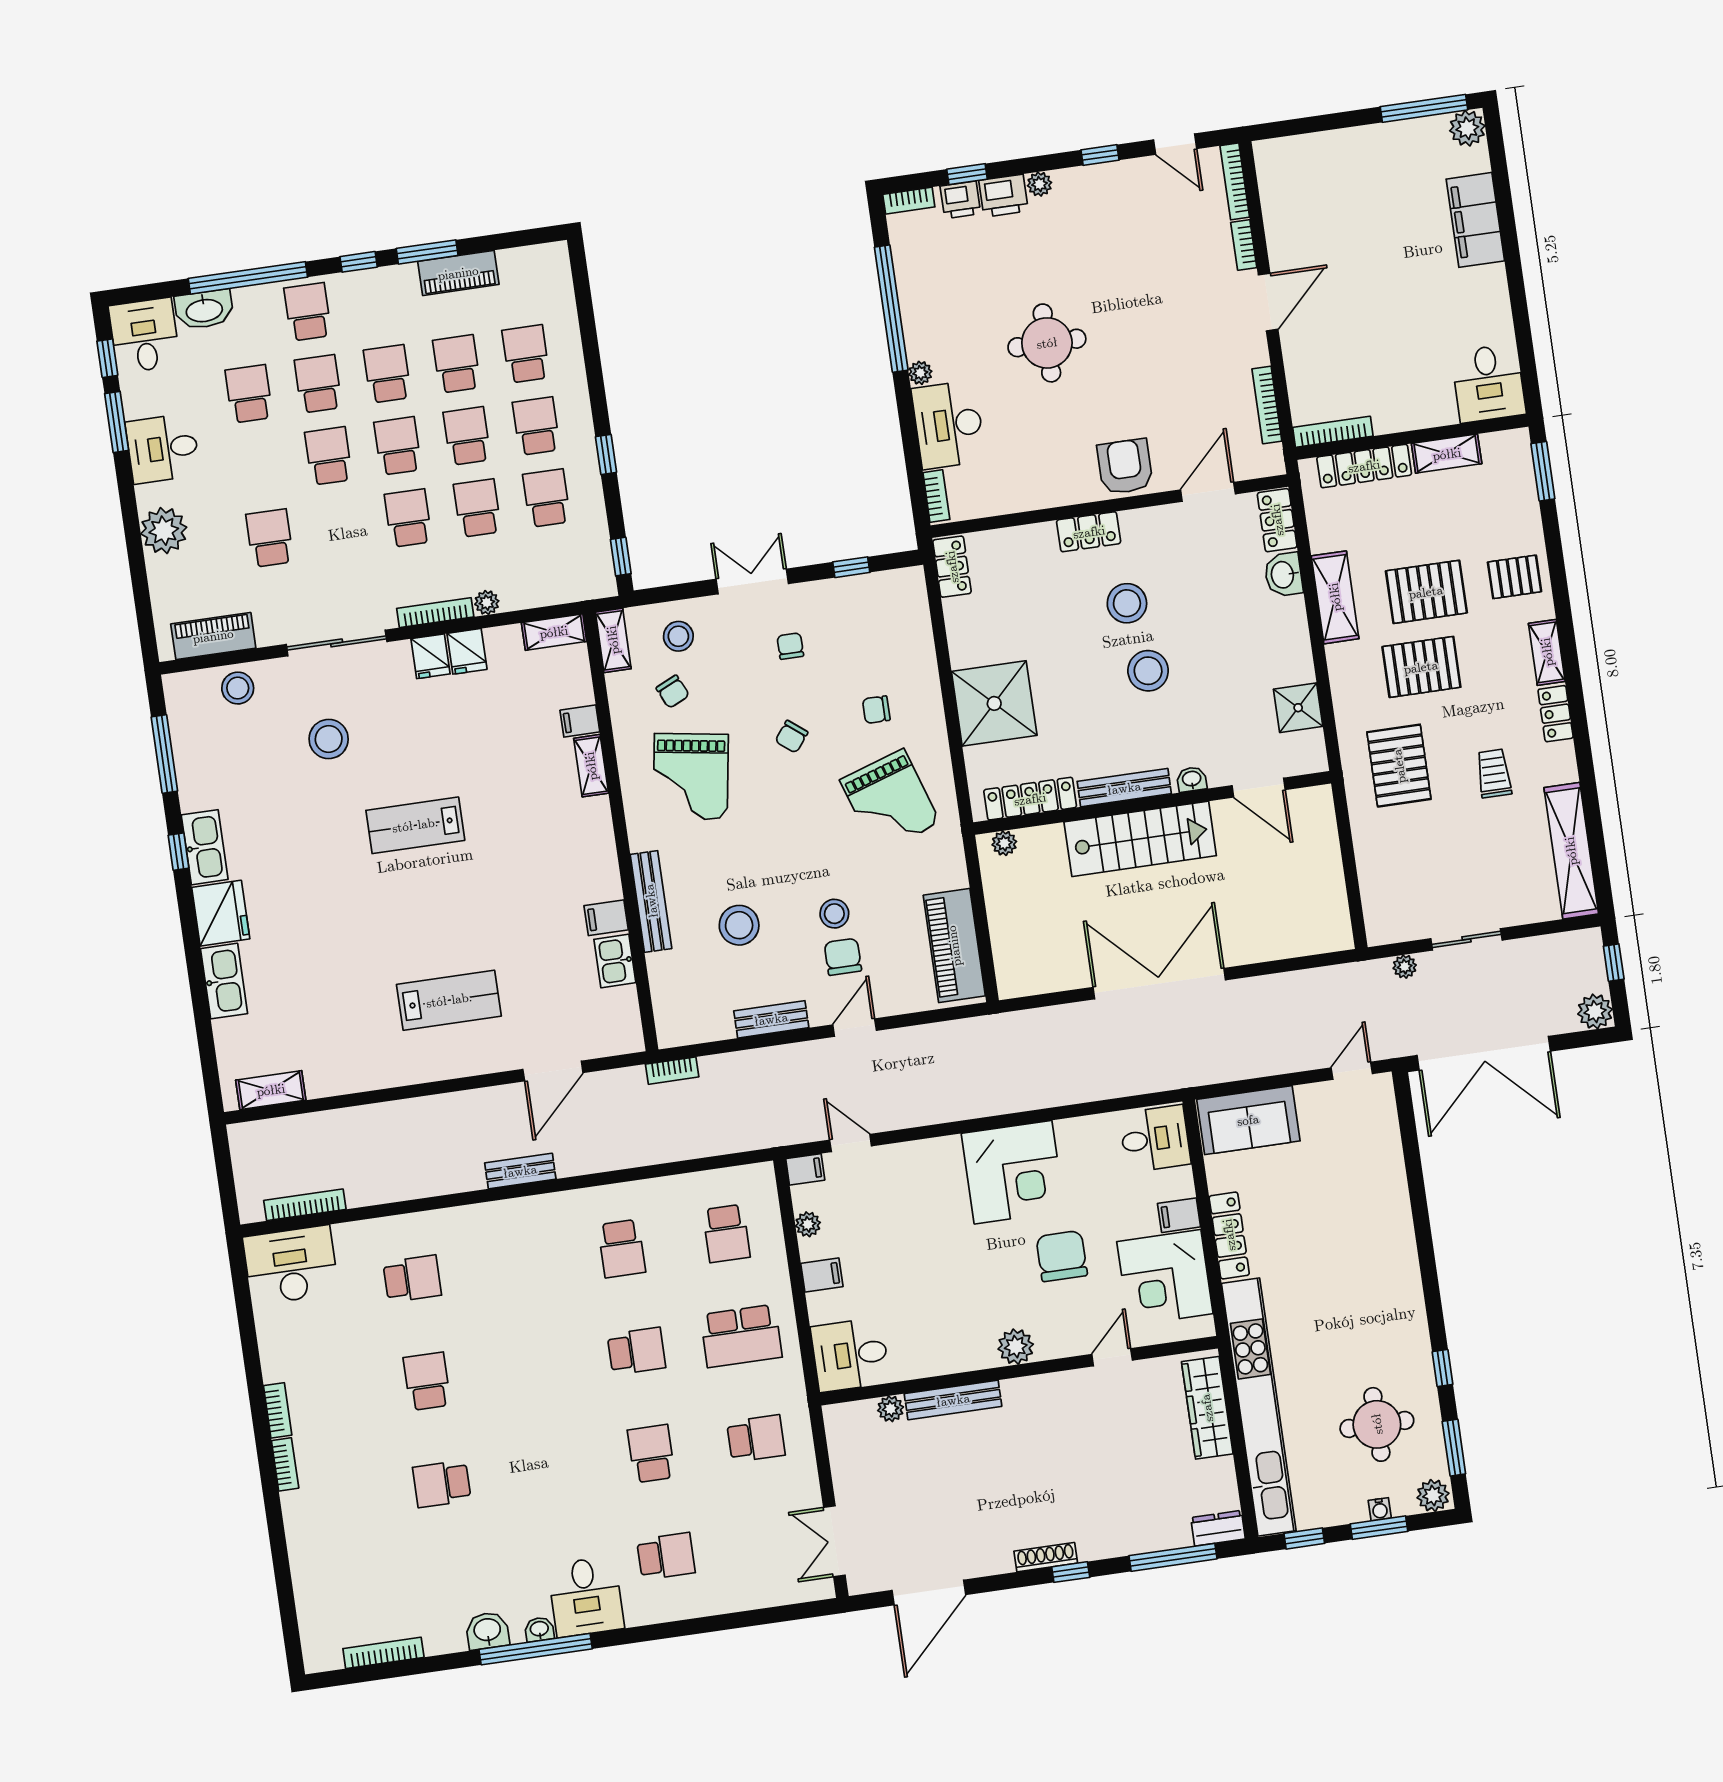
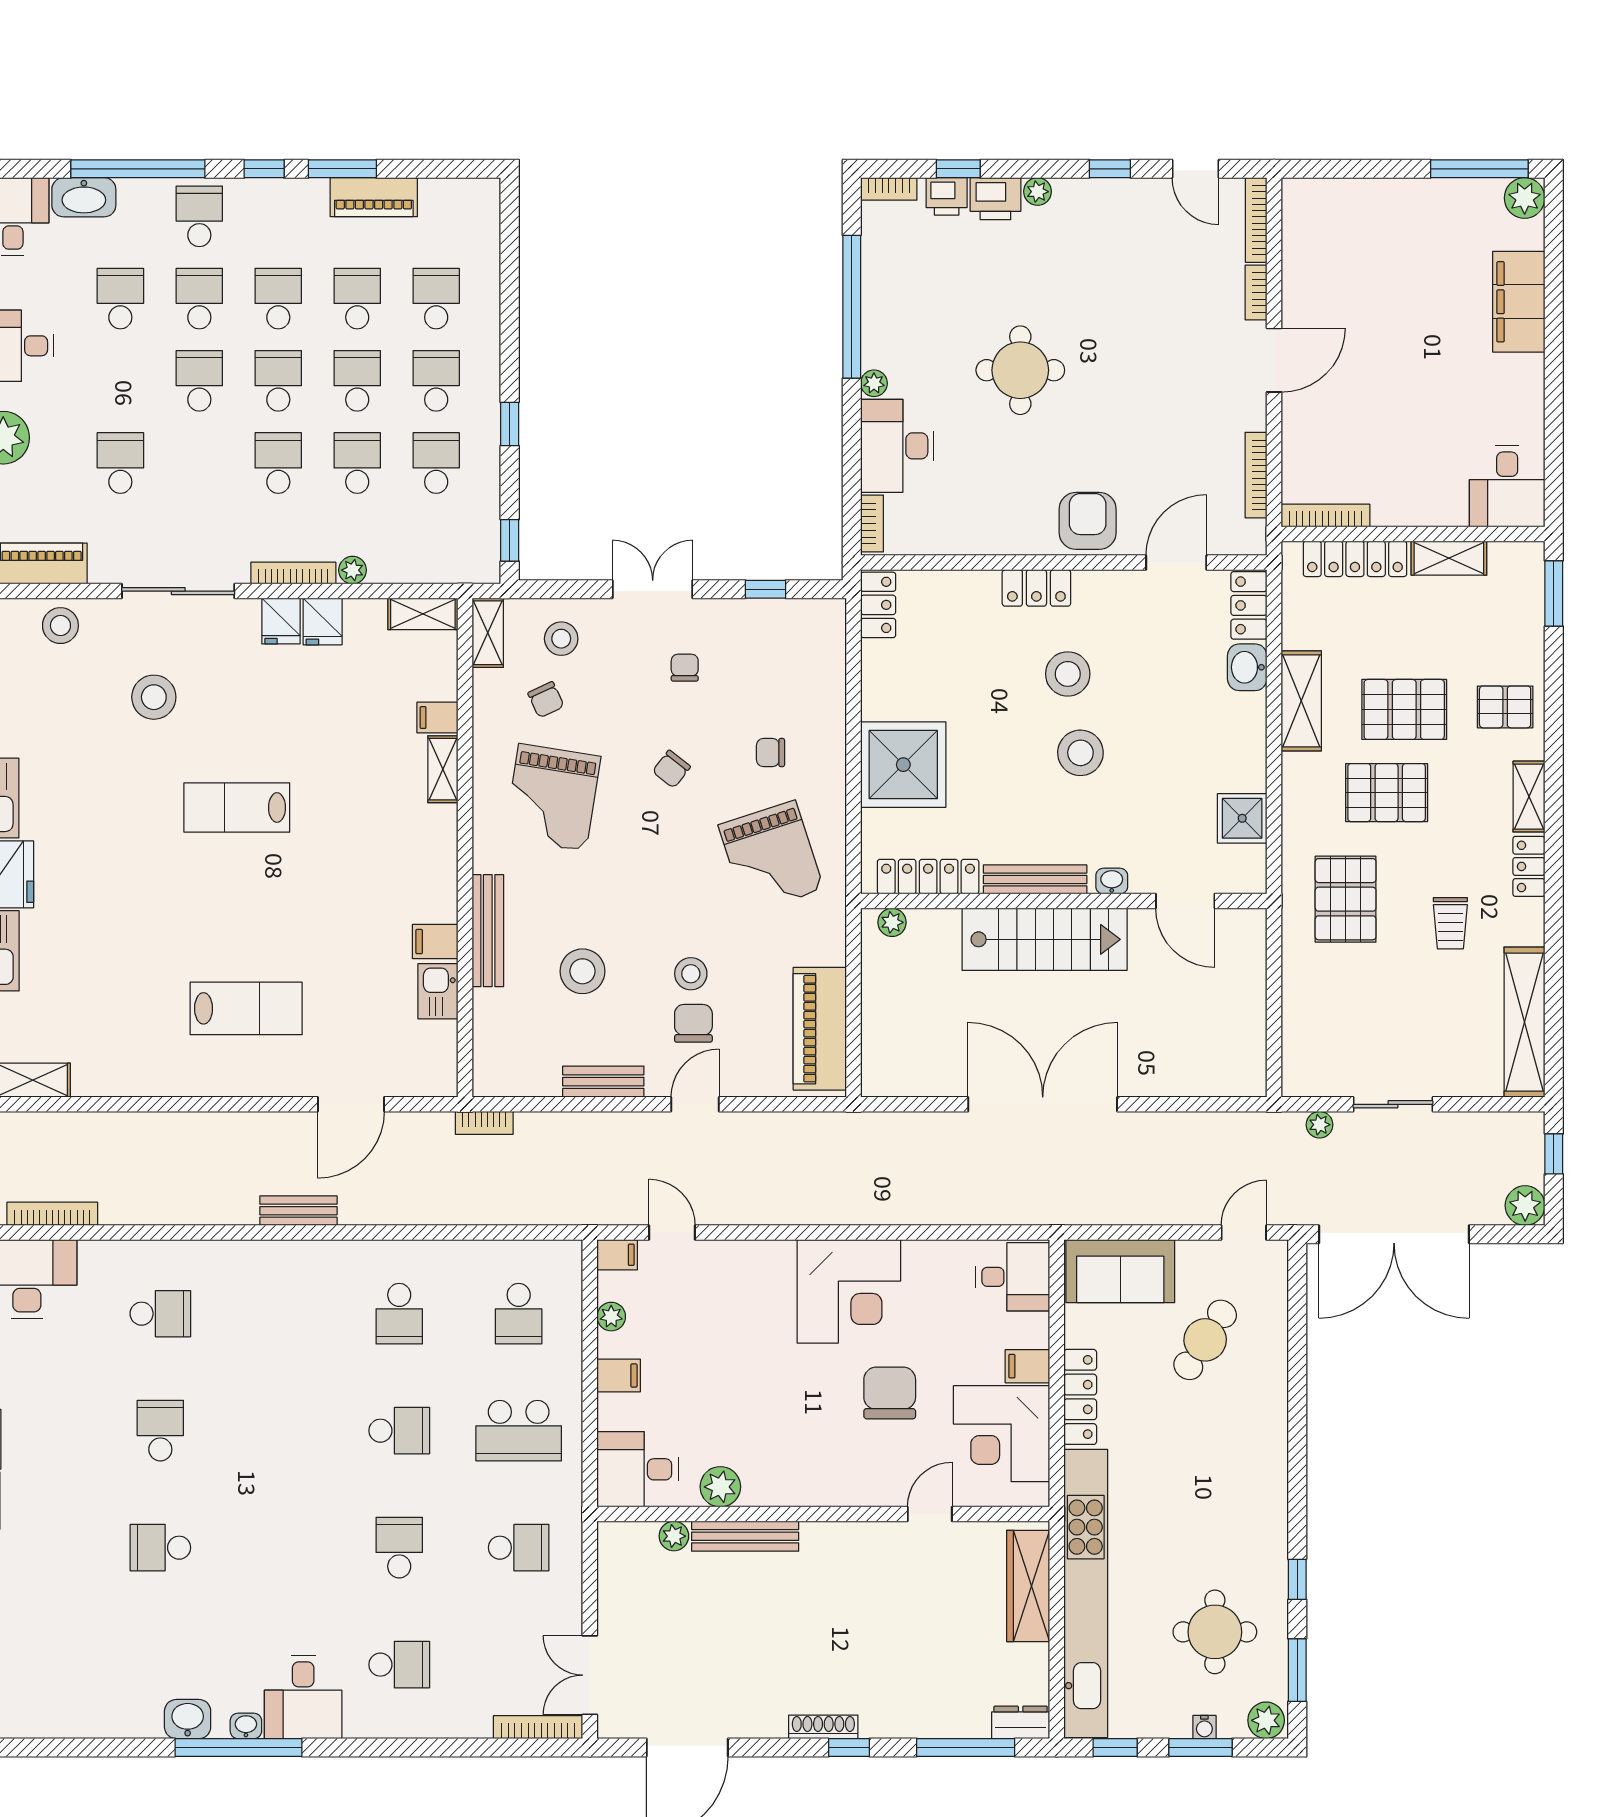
trolley: (1494, 773) -> (1450, 923), turned 180
cafe table: (1332, 1170) -> (1205, 1340), added
plant: (1016, 1347) -> (720, 1487), moved
bookcase: (383, 1653) -> (538, 1727), moved

